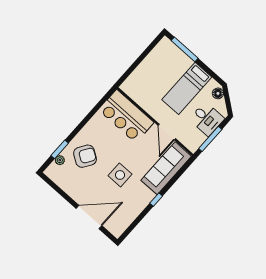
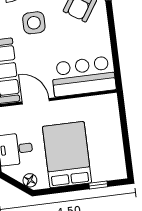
window: (185, 49) -> (98, 185), width x0.46
bed: (187, 88) -> (67, 155), width x1.50

